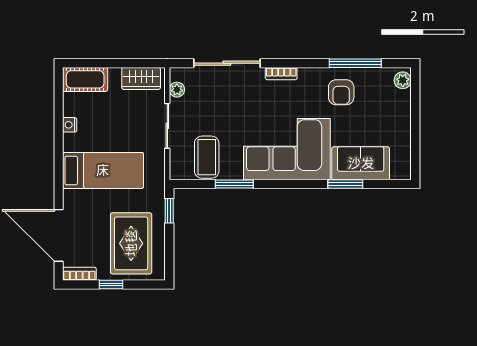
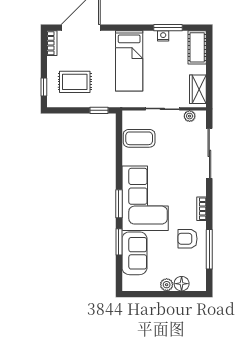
bookcase: (281, 74) -> (202, 209), moved
plant: (403, 80) -> (167, 285), moved
floor lamp: (401, 100) -> (182, 284), added
window: (59, 118) -> (168, 28), added
window: (234, 184) -> (119, 204), moved
rug: (131, 243) -> (75, 82), width x0.73, depth x0.70
window: (111, 285) -> (44, 87), moved

